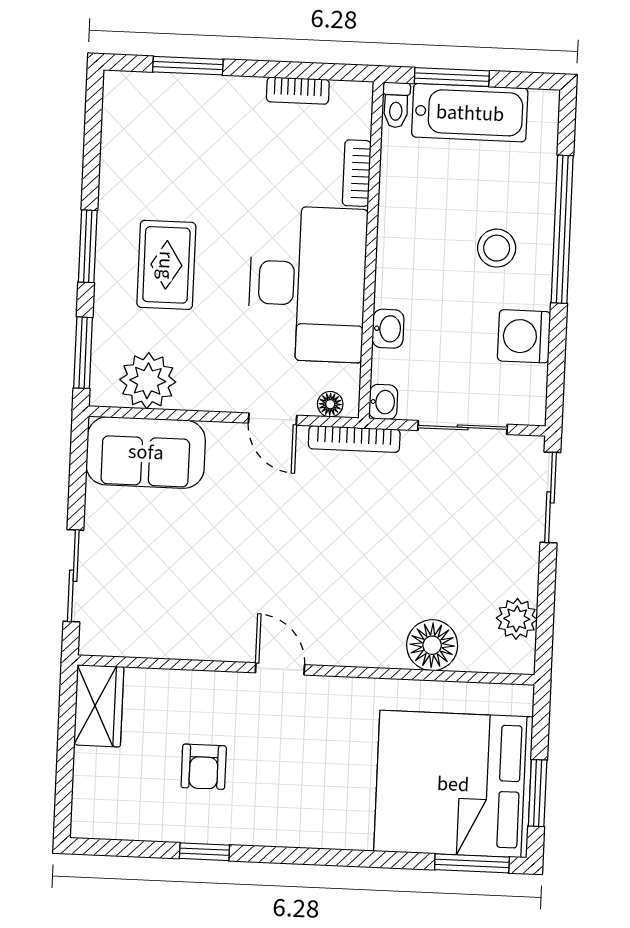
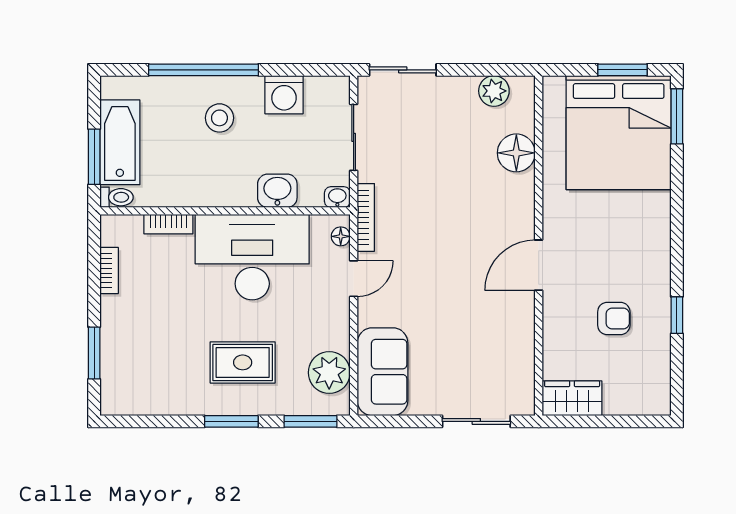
washbasin: (388, 329) -> (277, 191), width x1.38, depth x1.45
door: (280, 669) -> (539, 265), width x1.38

